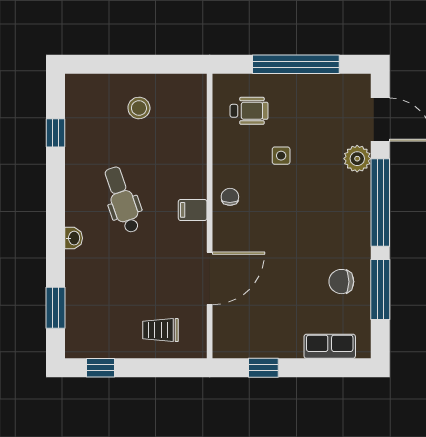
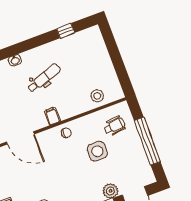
stool: (139, 108) -> (97, 96), moved
wheelchair: (249, 111) -> (114, 126), turned -96
side table: (281, 156) -> (97, 151), width x1.87, depth x1.87

